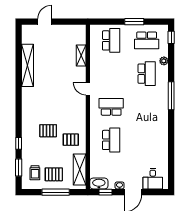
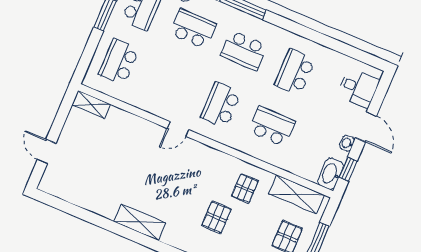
school desk: (111, 40) -> (119, 62), turned -90
shelving: (81, 56) -> (91, 105), moved
shelving: (28, 65) -> (140, 222), moved, width x0.68
school desk: (147, 107) -> (244, 50), added
school desk: (147, 140) -> (295, 72), added

